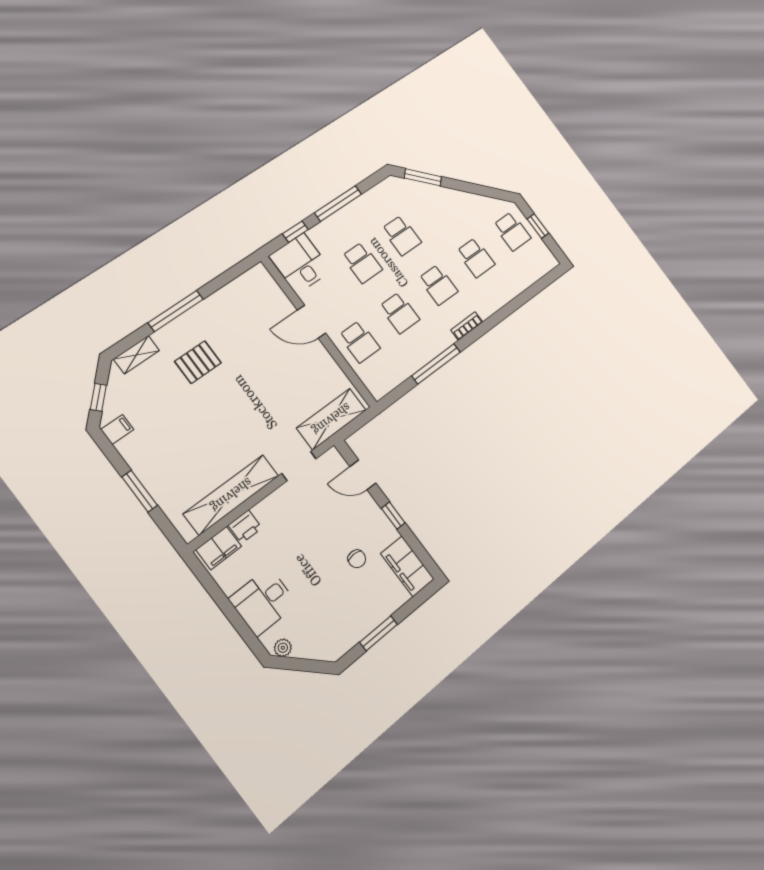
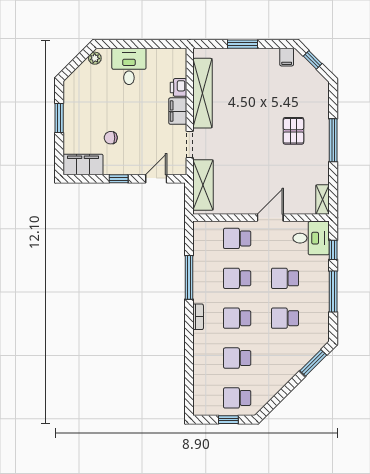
shelving: (136, 355) -> (322, 200), moved
filing cabinet: (219, 548) -> (178, 111), moved

